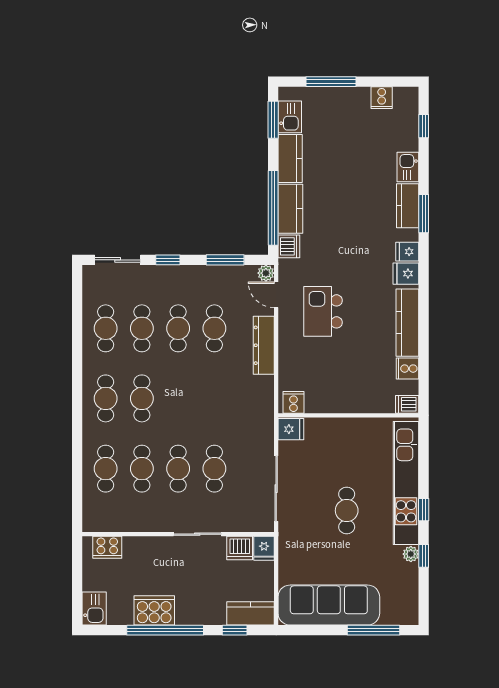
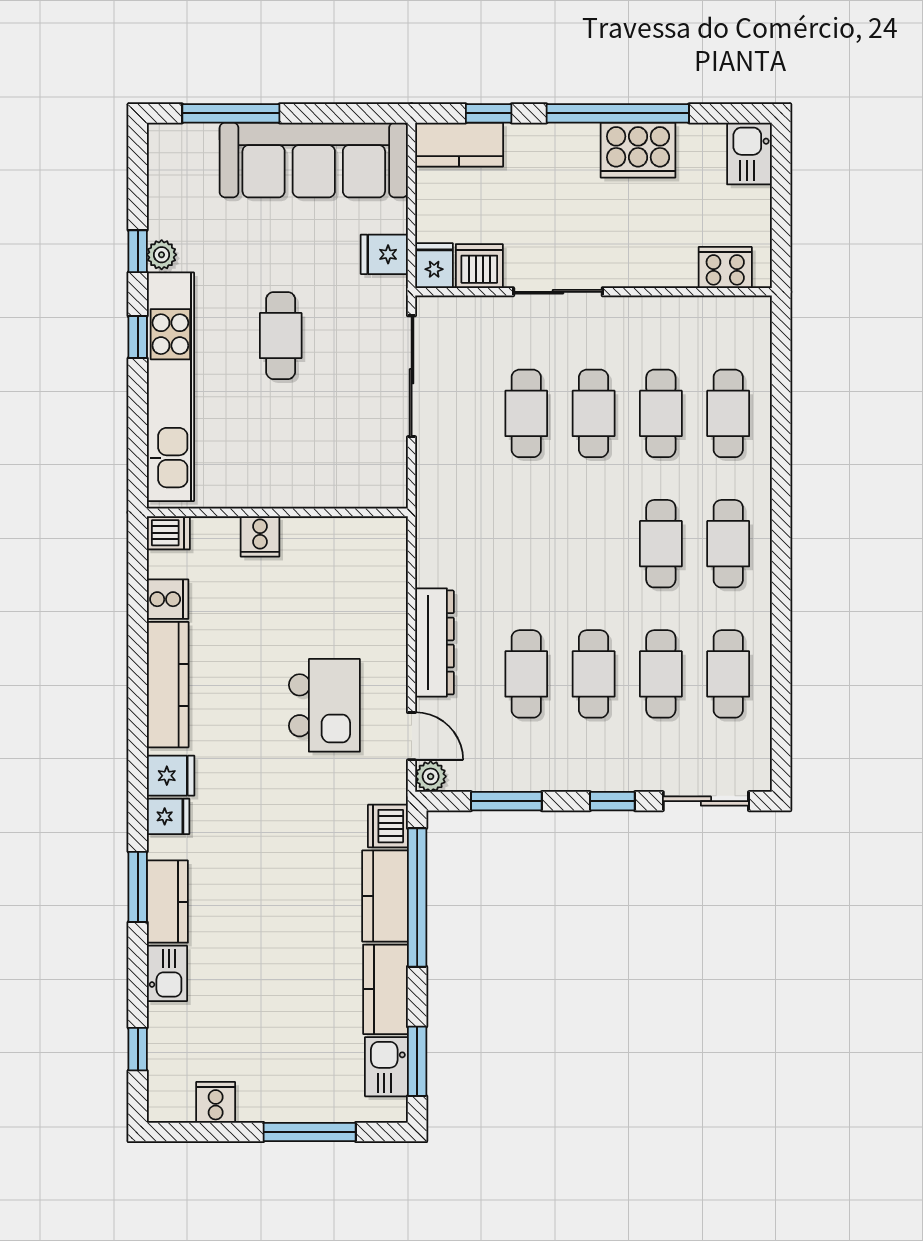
cooker: (293, 402) -> (260, 536), moved
fridge: (291, 429) -> (384, 254), moved

